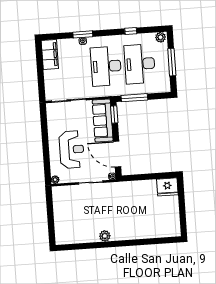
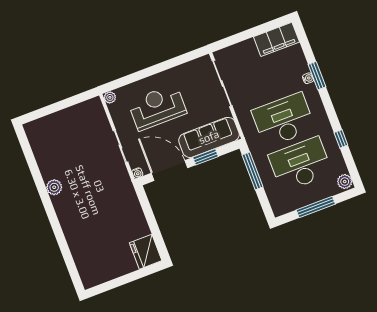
window: (114, 114) -> (205, 157), moved
reception desk: (72, 149) -> (157, 107), turned 180
door: (117, 154) -> (170, 171), hinge flipped

